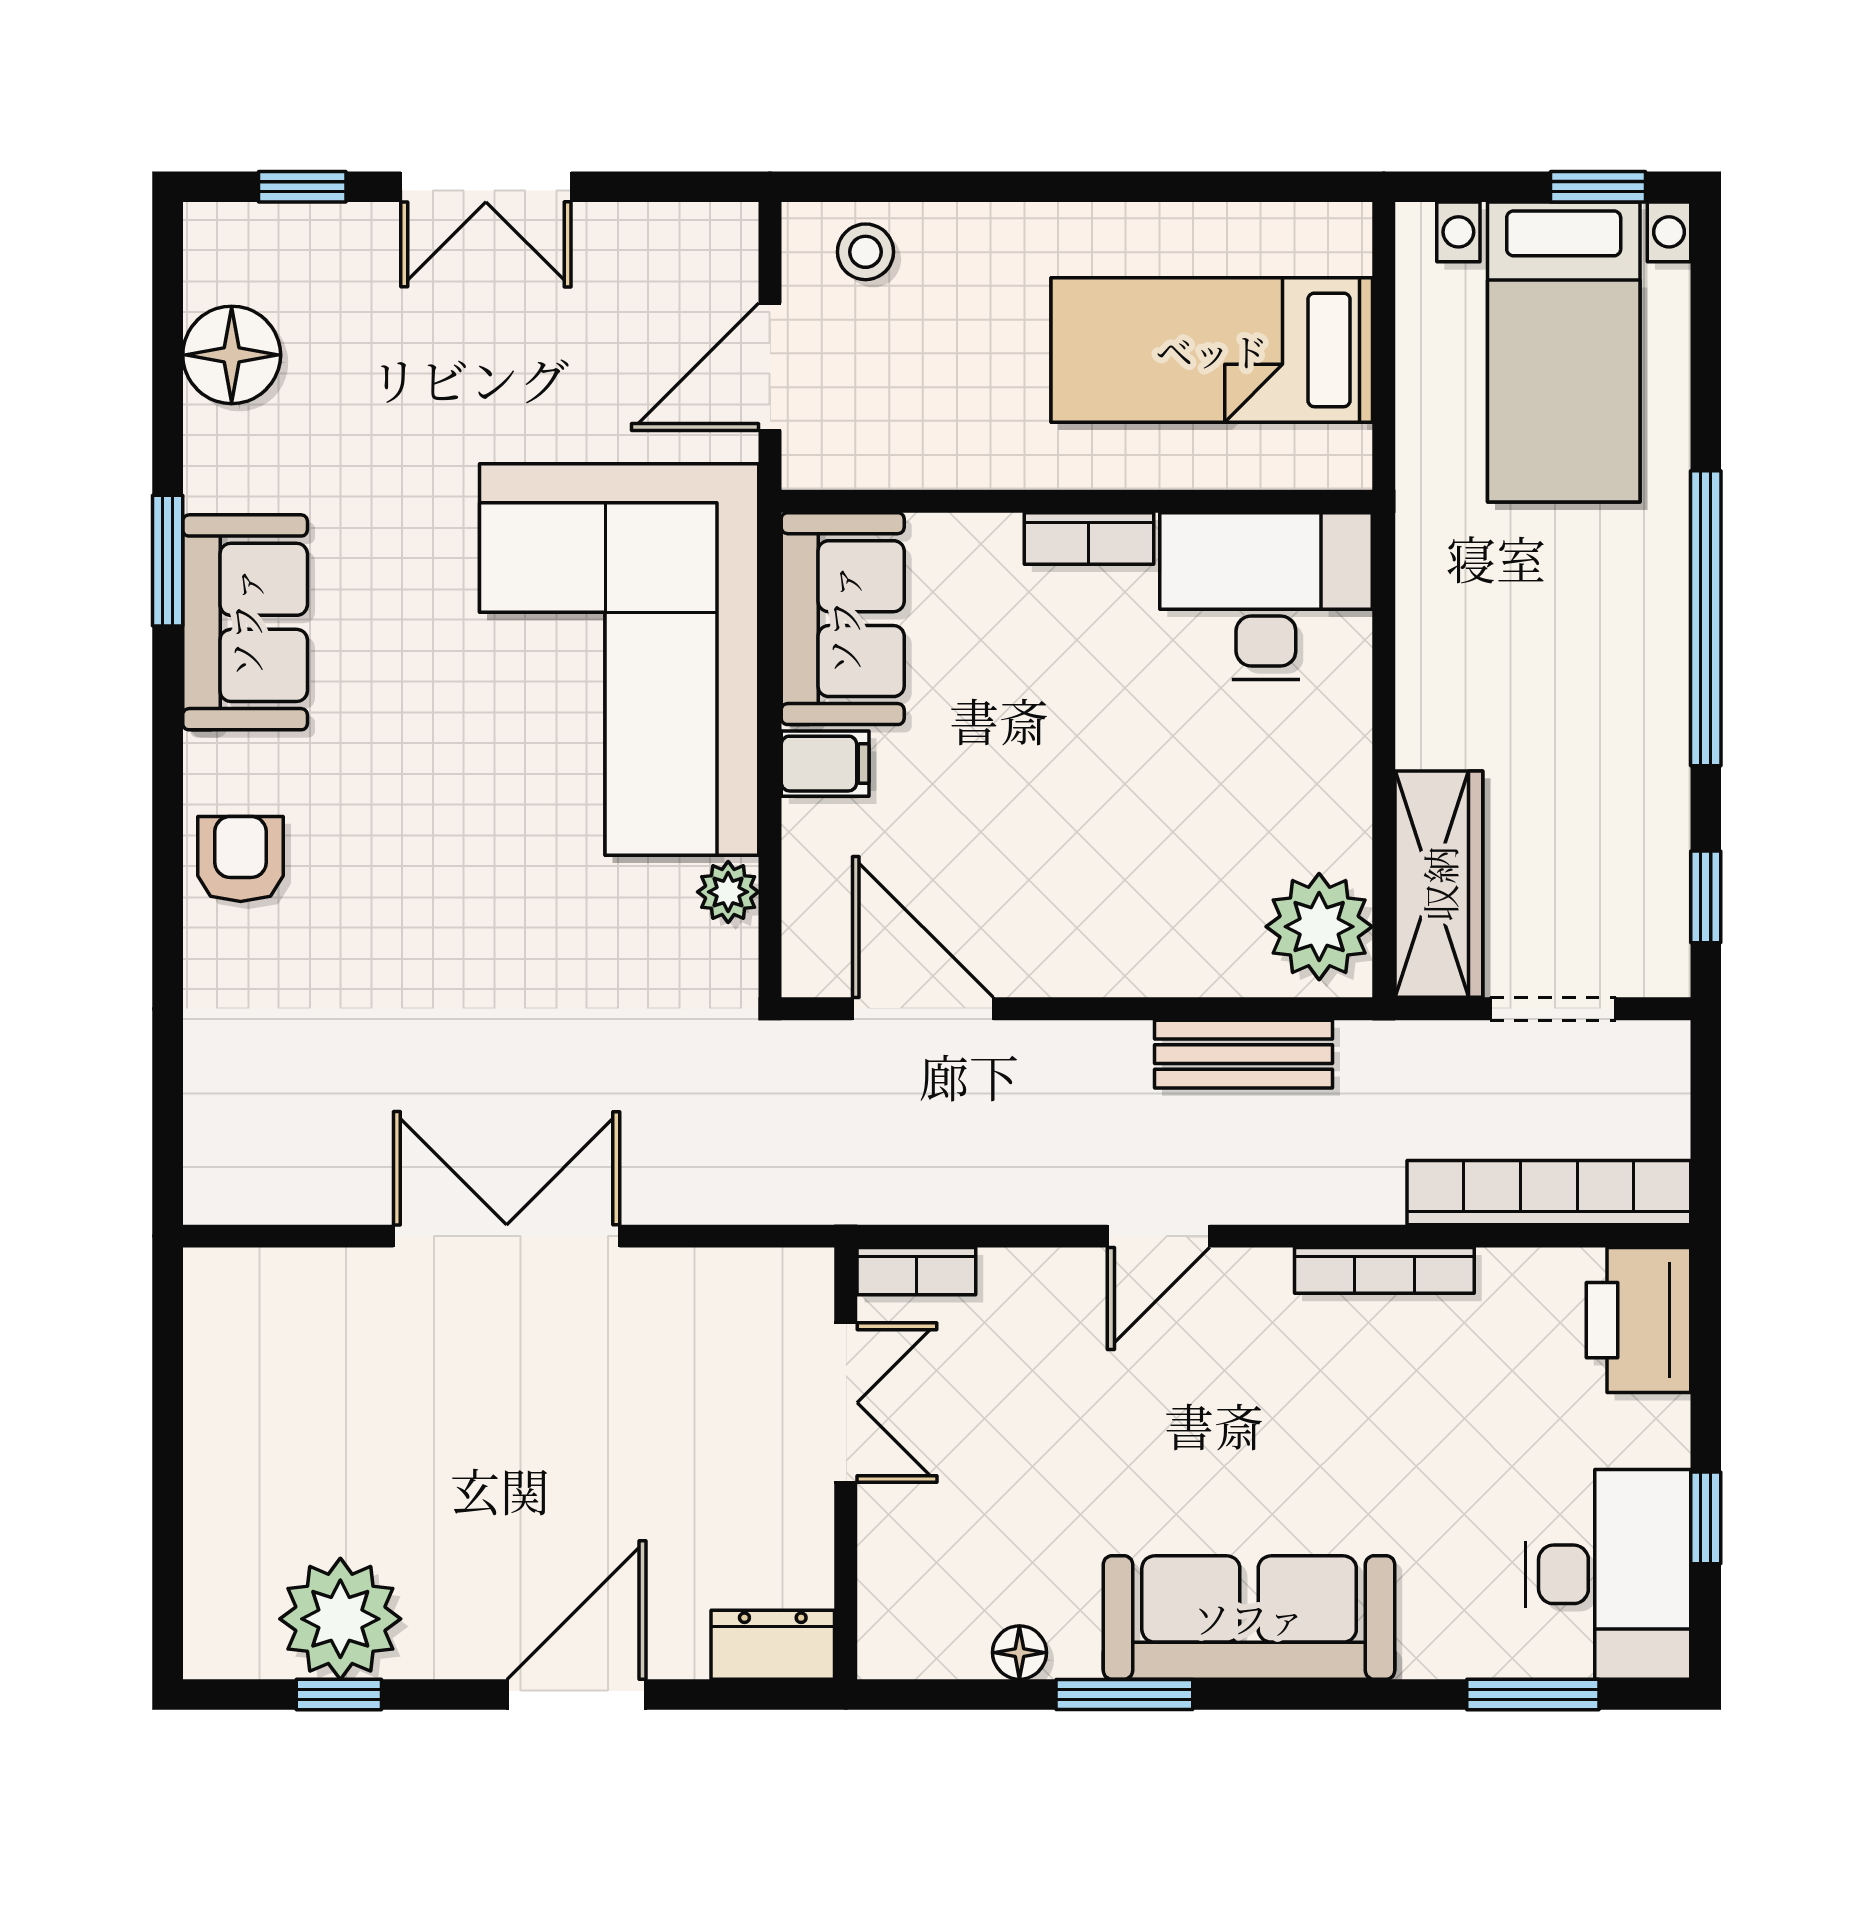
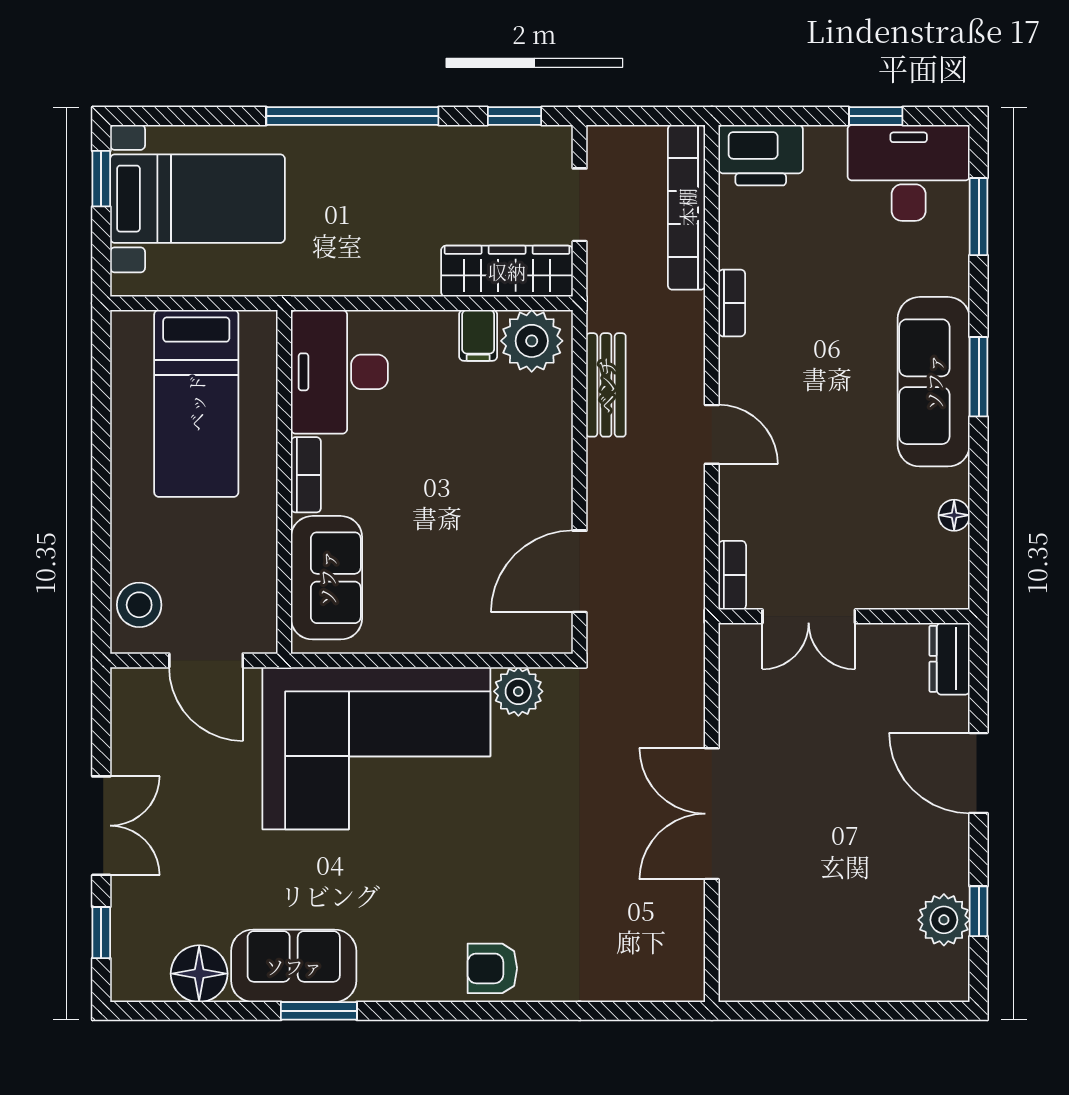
stool: (866, 252) -> (139, 605), width x1.37, depth x1.37
sofa: (843, 619) -> (327, 578), moved, turned 90
sofa: (245, 622) -> (294, 966), moved
filing cabinet: (825, 764) -> (478, 335), moved, turned 180
plant: (728, 892) -> (518, 691), width x1.38, depth x1.38
bookcase: (1384, 1270) -> (732, 303), width x0.64
double door: (846, 1403) -> (809, 616), swing flipped
plant: (340, 1619) -> (944, 920), width x0.73, depth x0.73
window: (1124, 1695) -> (979, 377), moved

